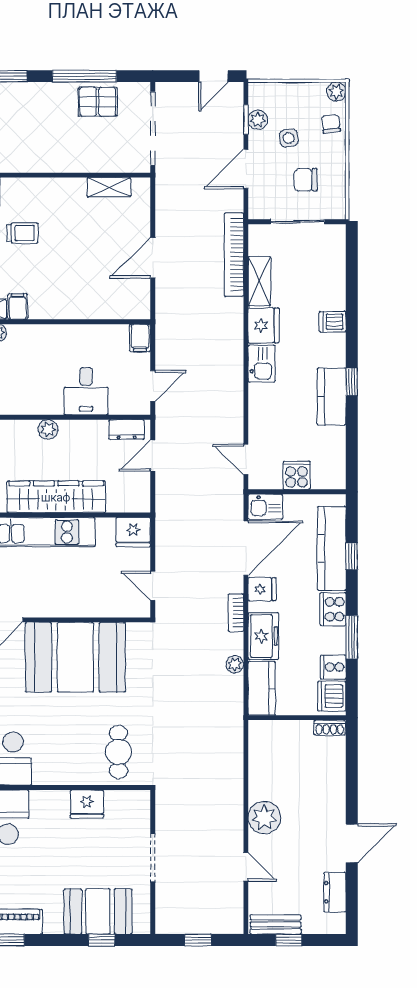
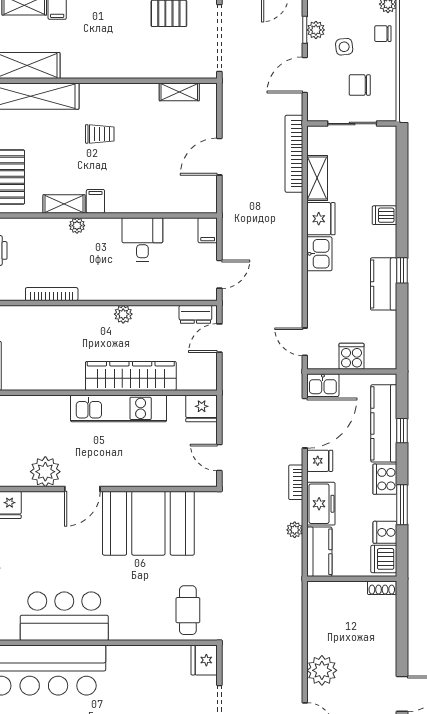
chair: (331, 124) -> (383, 34), turned -83
desk: (86, 391) -> (142, 239), moved, turned 180
fridge: (87, 804) -> (204, 660), moved, turned 90

